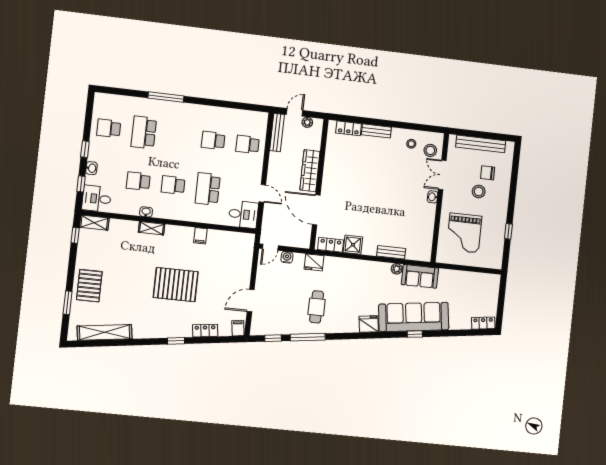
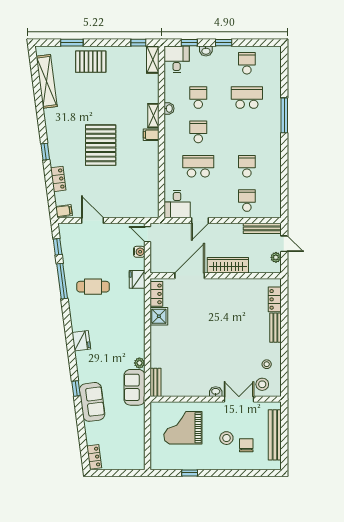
filing cabinet: (200, 236) -> (151, 135), moved
bench: (391, 252) -> (155, 382), moved
sofa: (414, 317) -> (92, 402), width x0.54, depth x0.79

